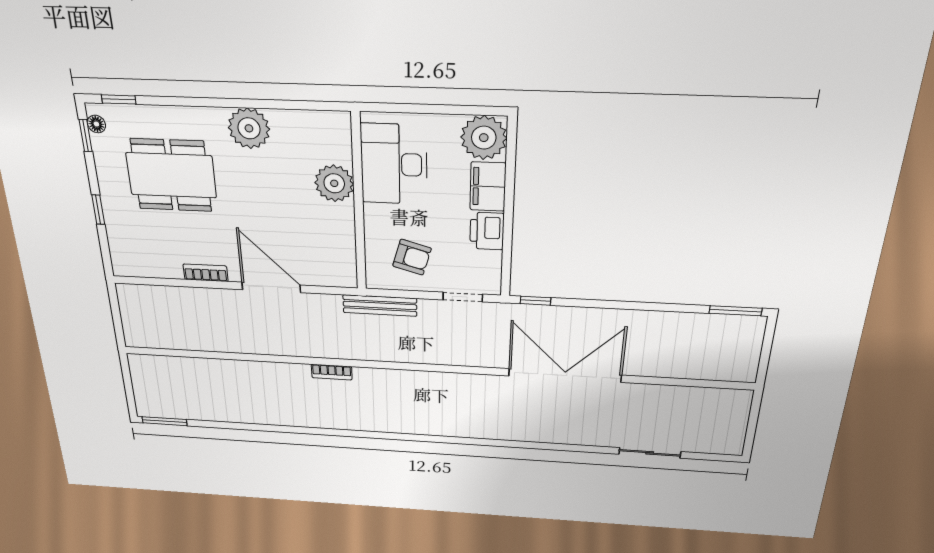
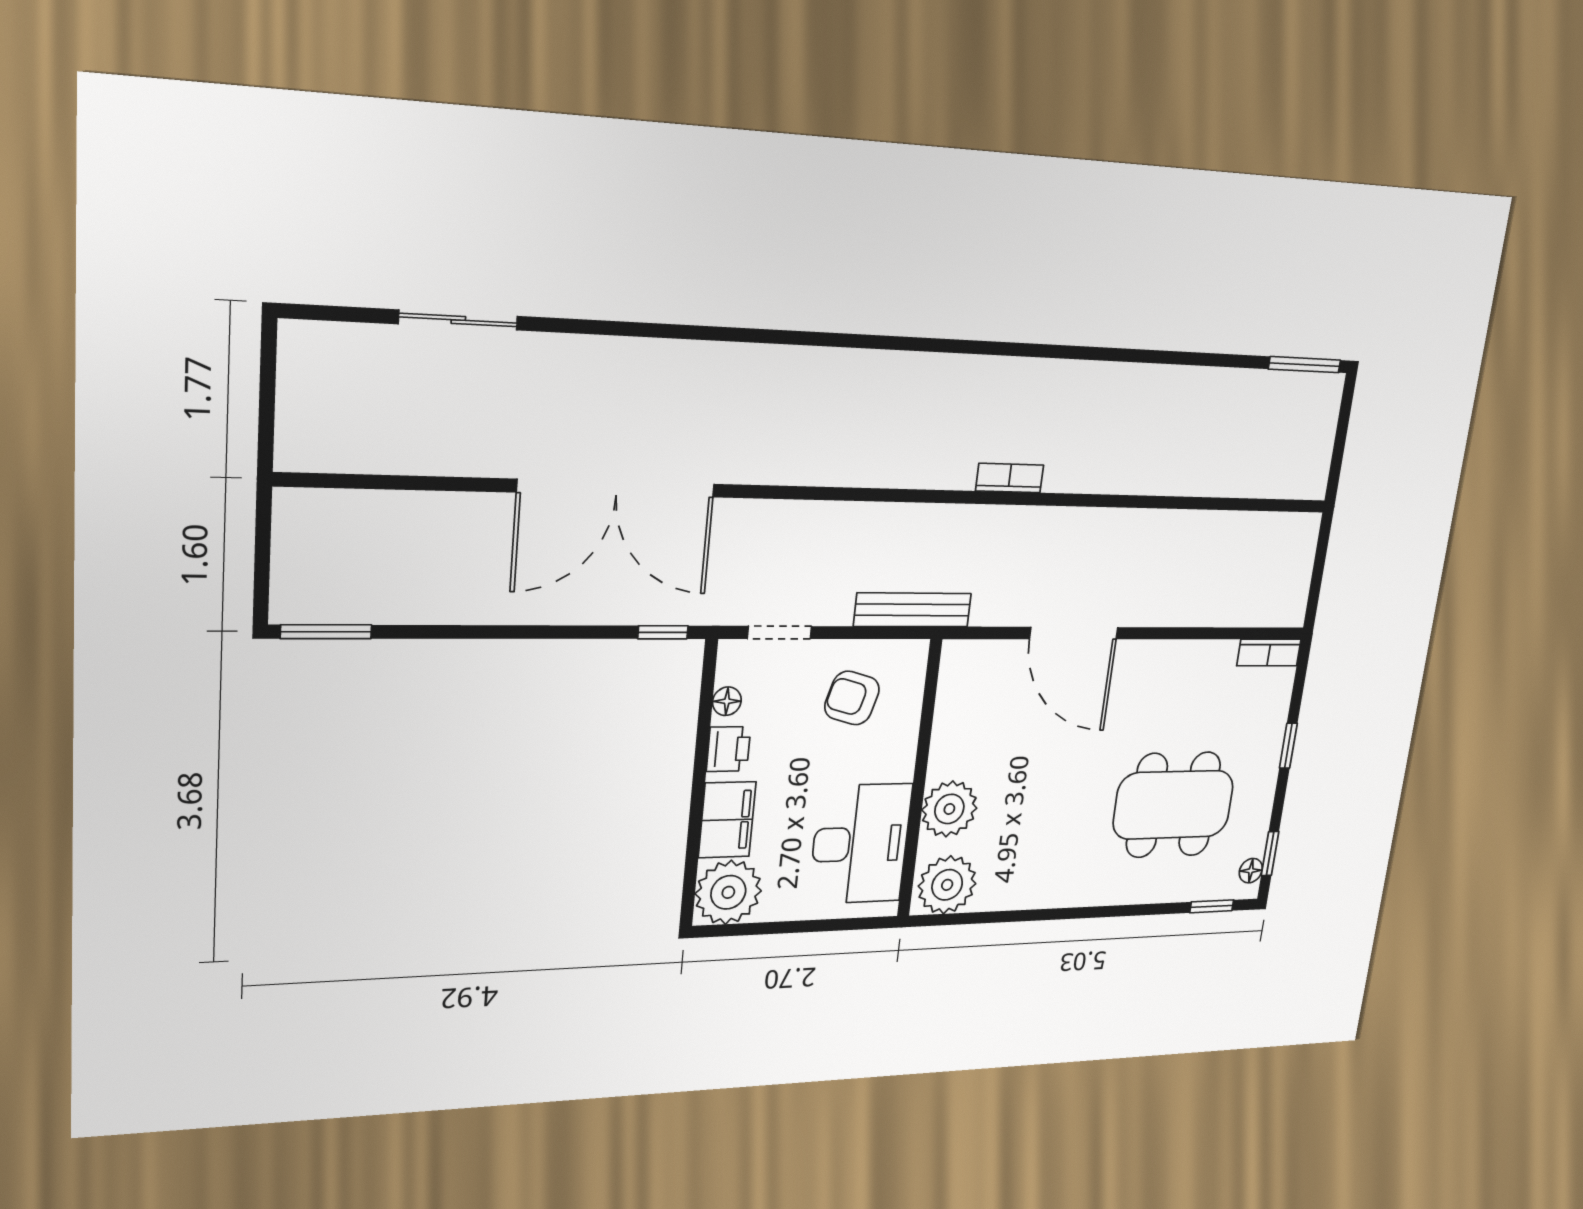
plant: (249, 128) -> (947, 885), moved
printer: (487, 231) -> (729, 749), width x0.73, depth x0.81
floor lamp: (493, 260) -> (727, 701), added
bookcase: (206, 273) -> (1269, 653), moved

